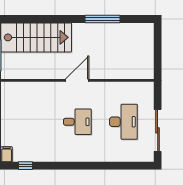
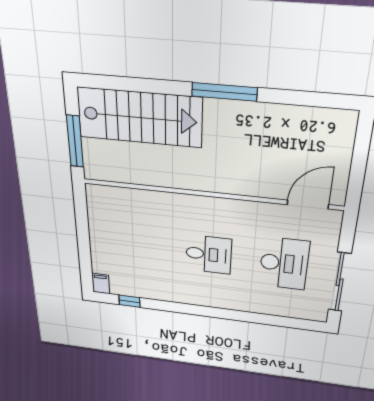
window: (103, 19) -> (224, 92), moved
door: (77, 80) -> (308, 205), moved

